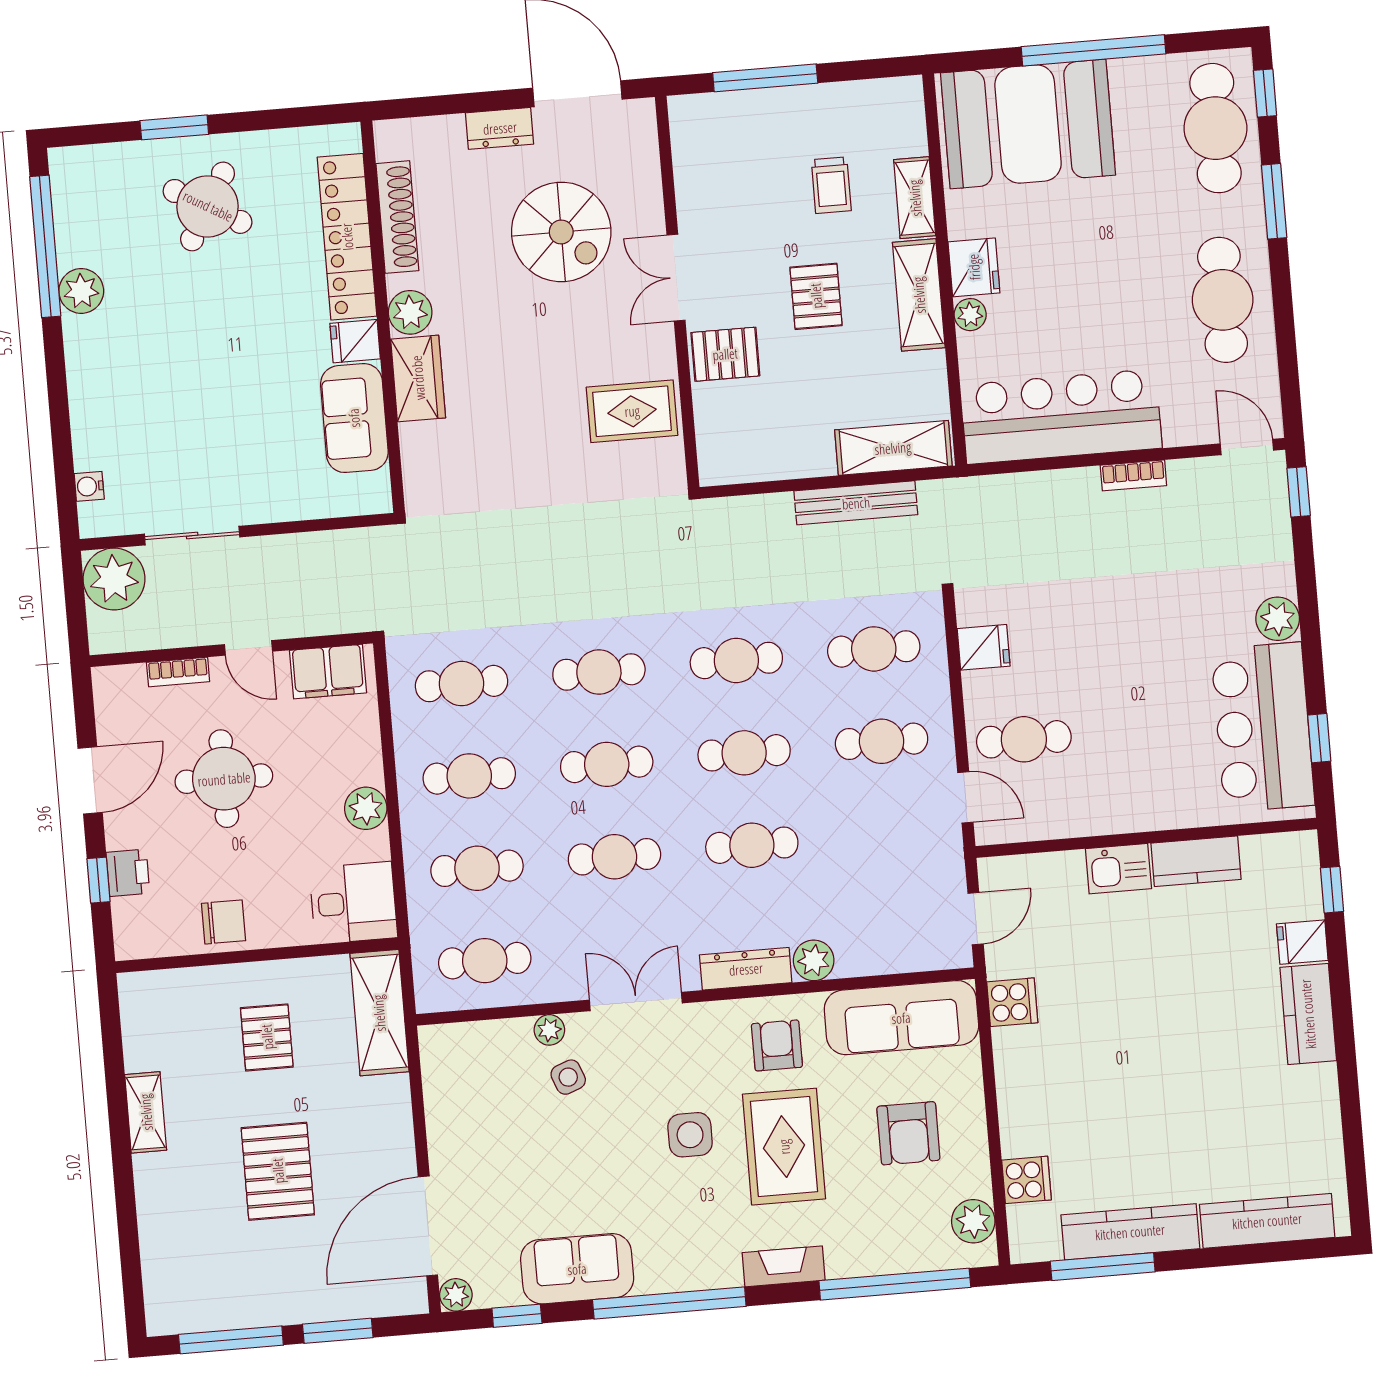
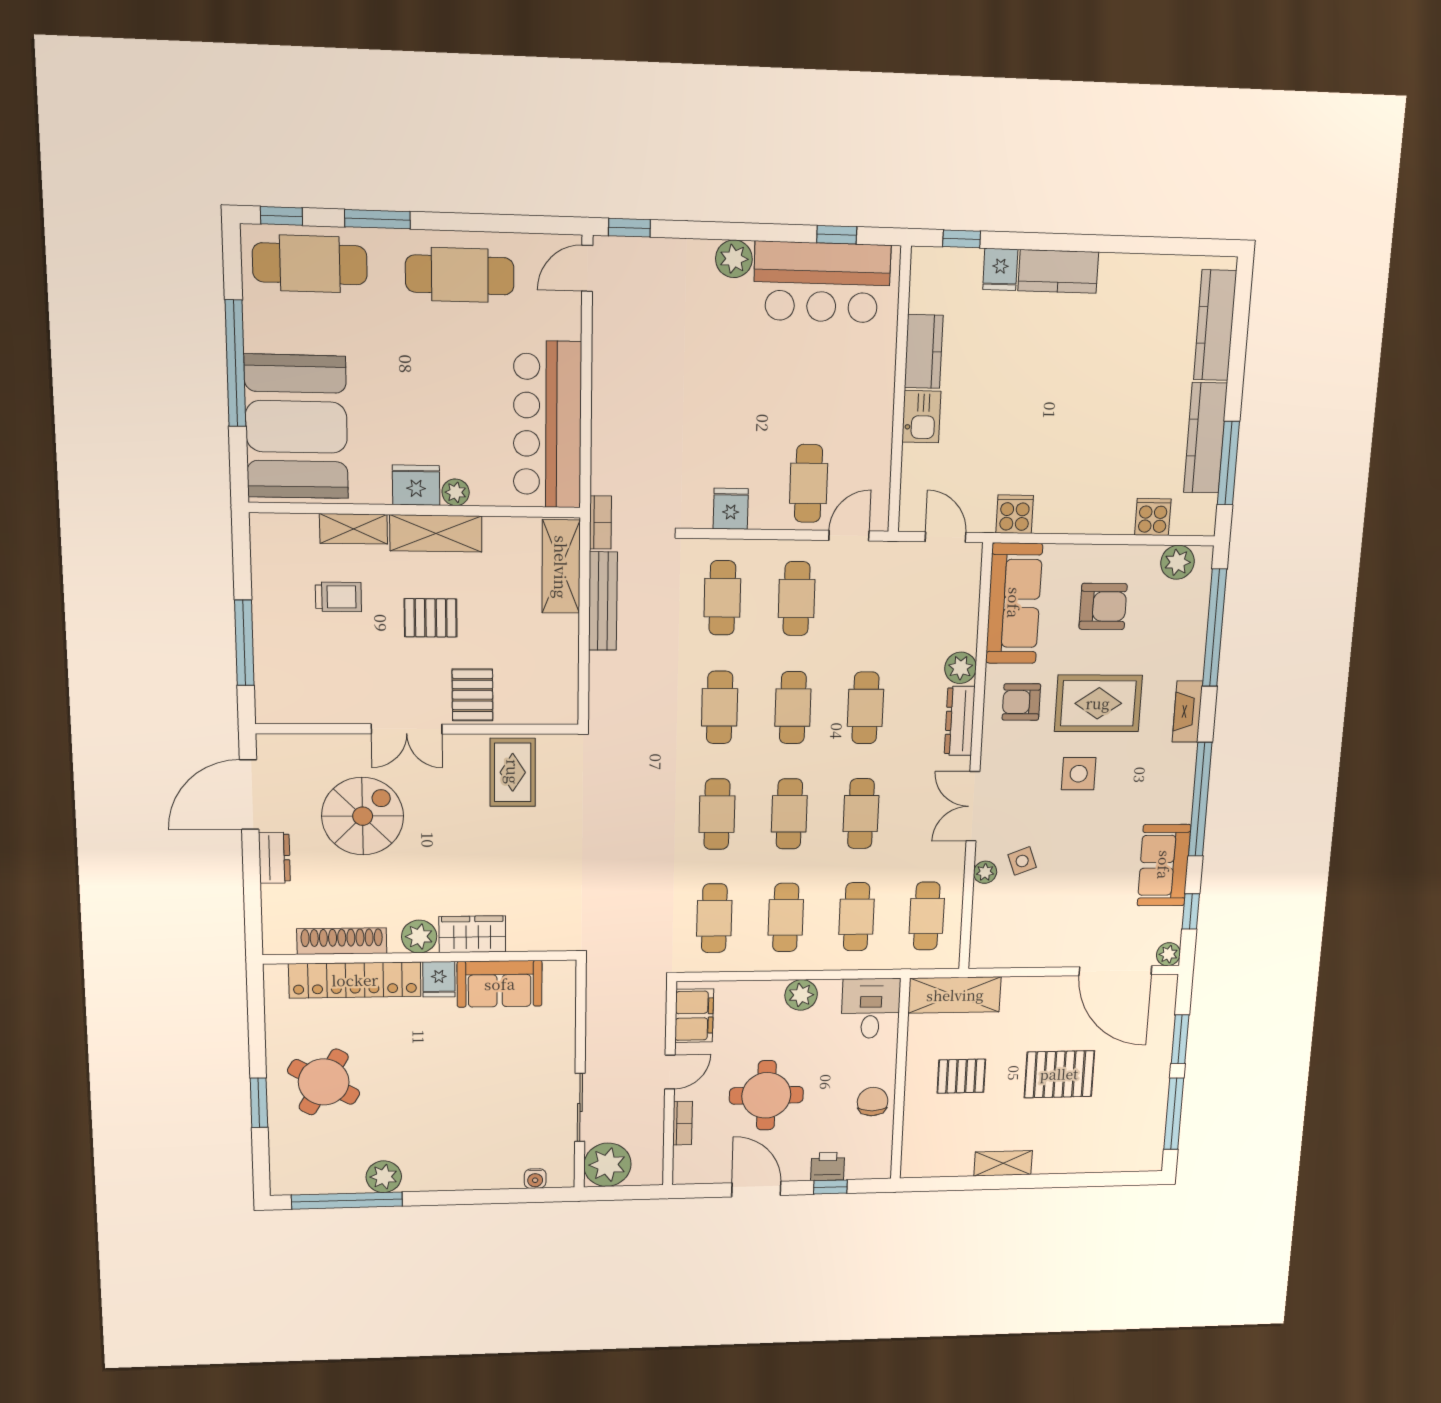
bookcase: (1133, 475) -> (600, 522), moved

